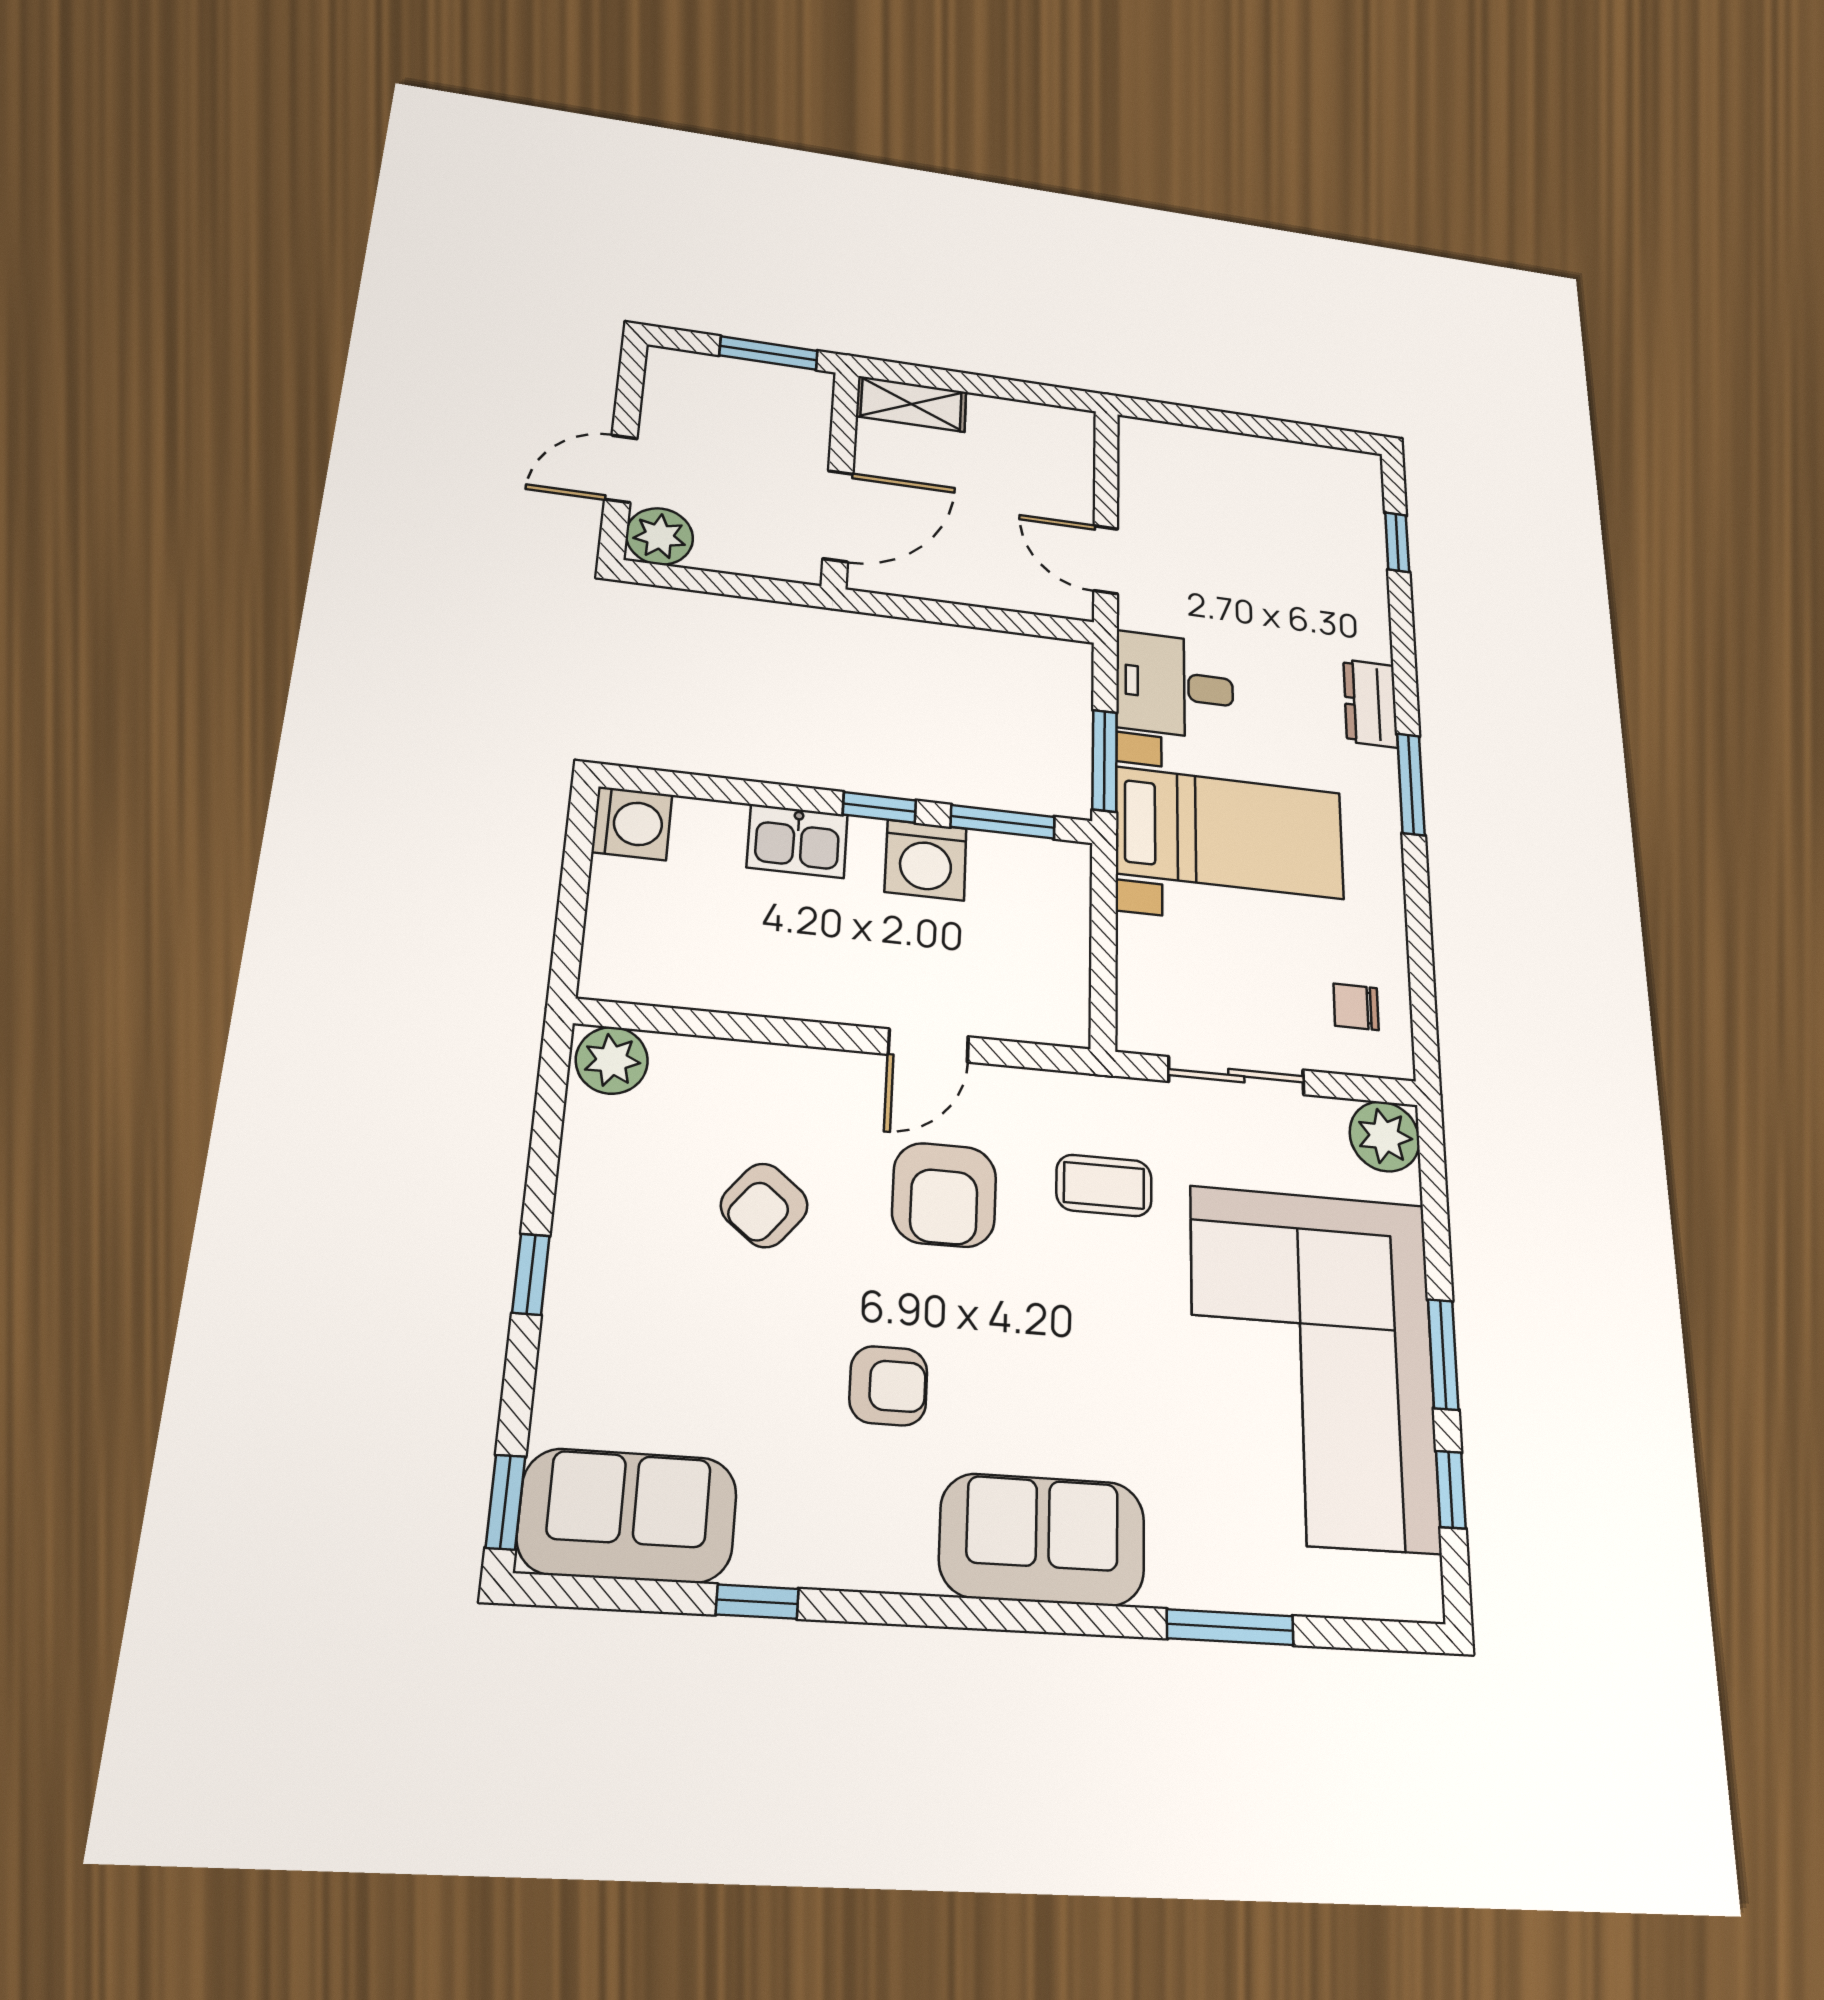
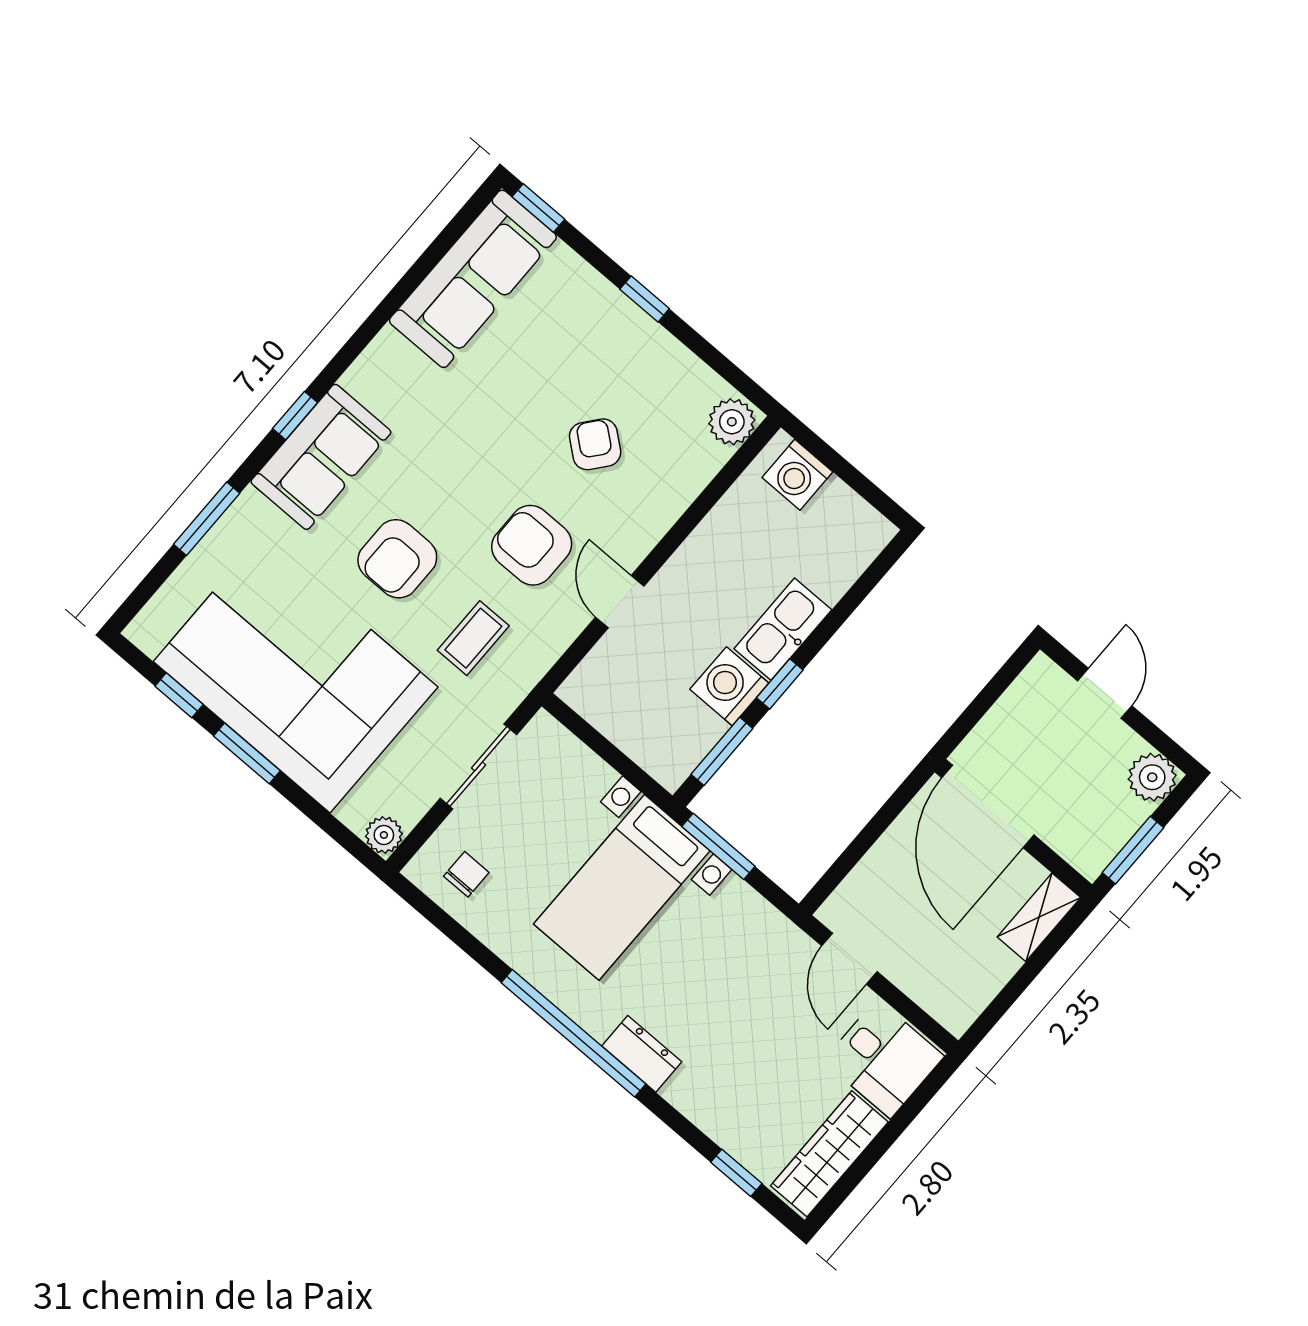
wardrobe: (1304, 467) -> (829, 1154), added
door: (838, 516) -> (988, 806), width x1.36
plant: (660, 536) -> (1152, 777), moved
door: (1106, 560) -> (850, 959), swing flipped
desk: (1175, 686) -> (884, 1059), moved, turned 90
window: (1411, 784) -> (573, 1033), width x2.11
washing machine: (632, 823) -> (797, 475), moved
kitchen sink: (797, 841) -> (783, 629), width x1.38
plant: (1385, 1136) -> (384, 835), width x0.73, depth x0.73
armchair: (888, 1386) -> (397, 559), moved, width x1.38, depth x1.38
sofa: (628, 1516) -> (473, 279), width x1.36
window: (757, 1602) -> (295, 416), moved

